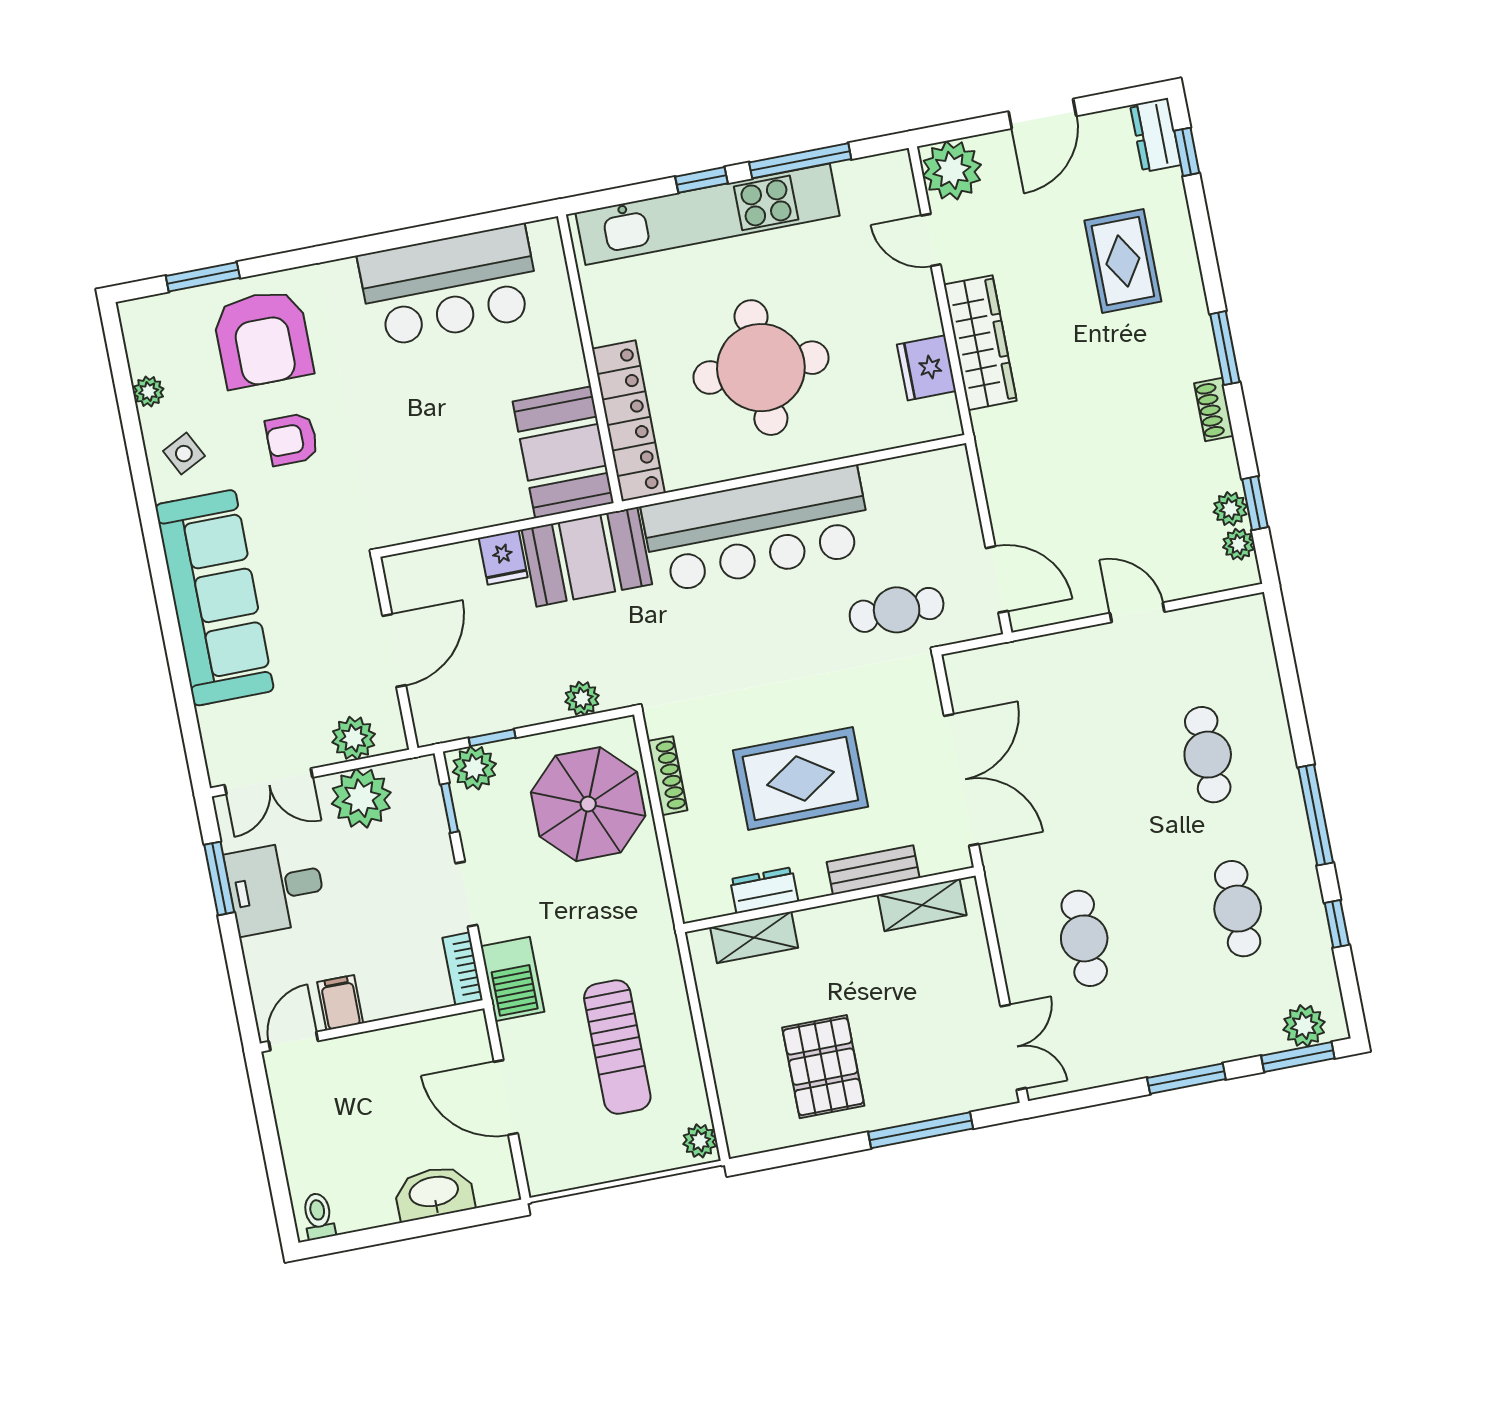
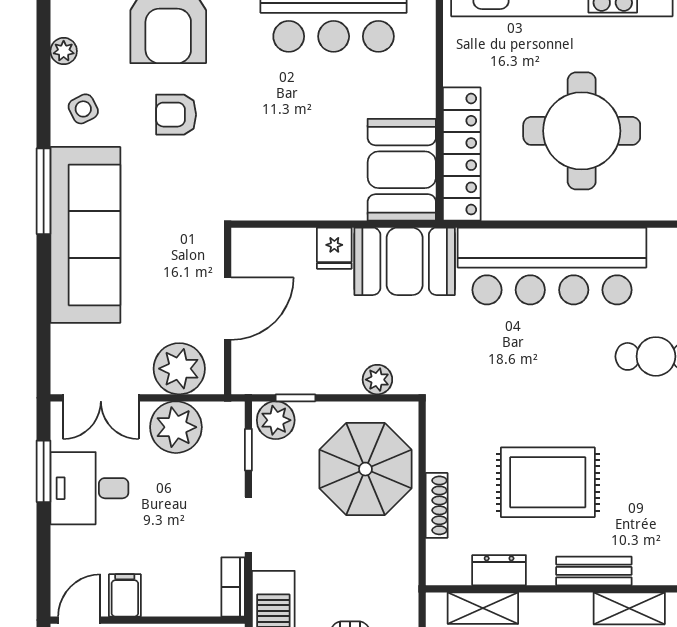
window: (157, 557) -> (44, 191), added
plant: (354, 738) -> (179, 369), width x1.36, depth x1.36
shoe rack: (667, 776) -> (437, 505), moved

